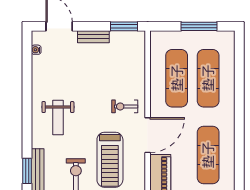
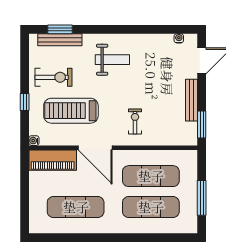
bench: (93, 37) -> (192, 100), width x1.36
exercise bike: (125, 106) -> (135, 121), moved
weight bench: (58, 117) -> (112, 60), turned 180

